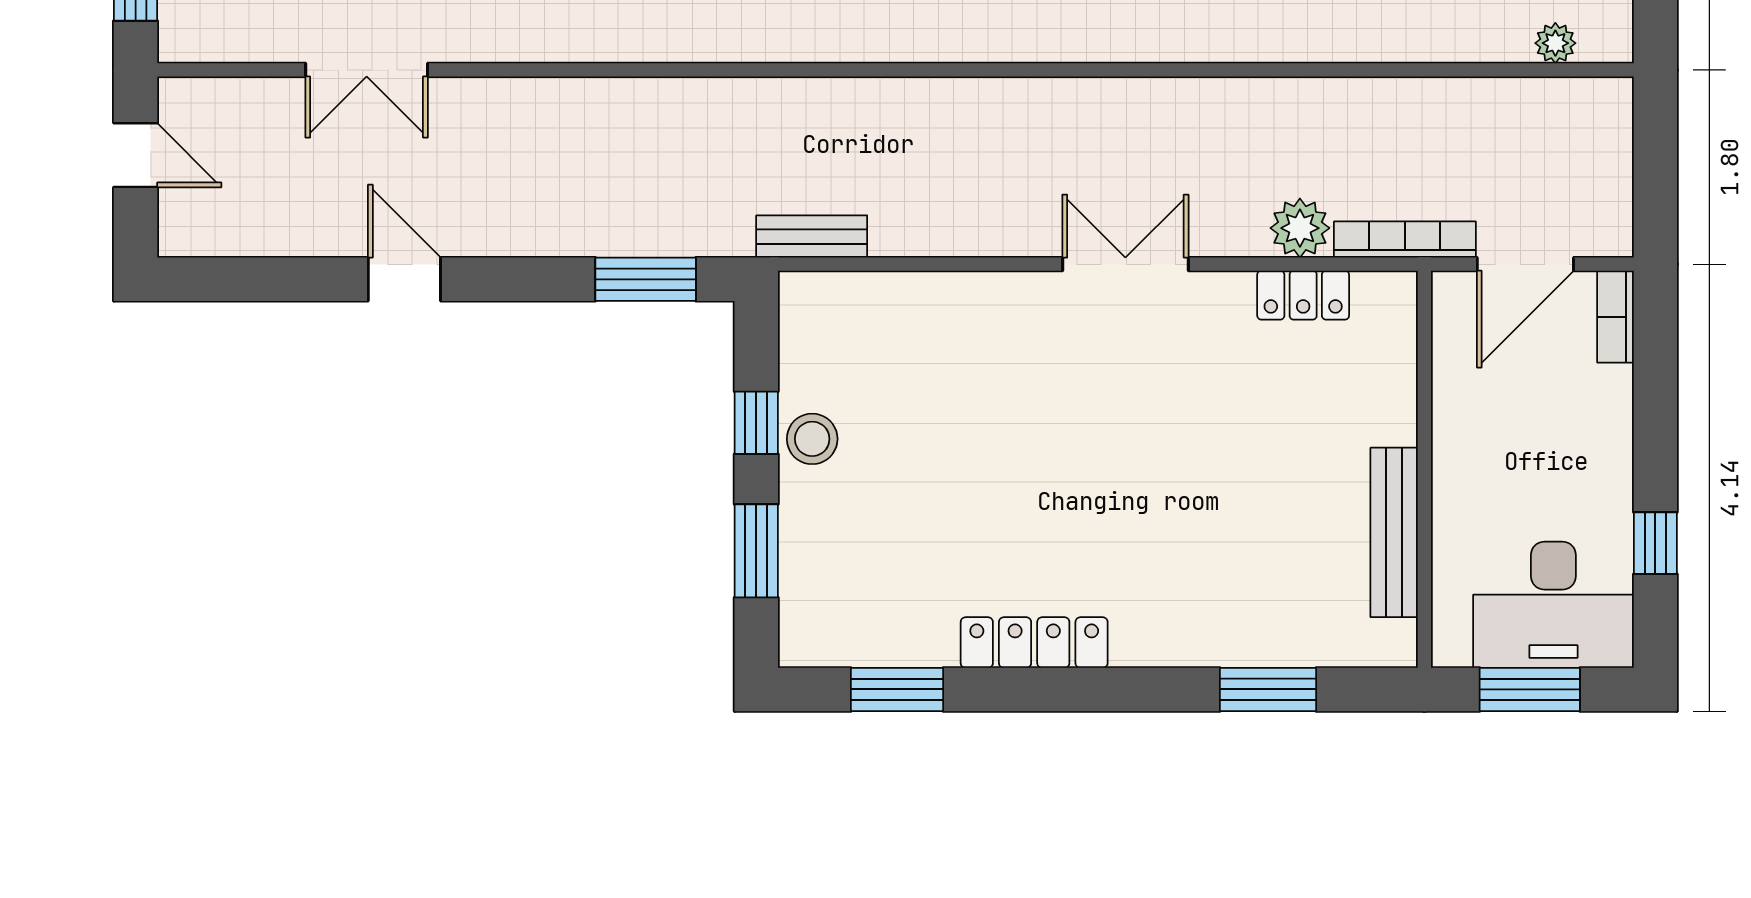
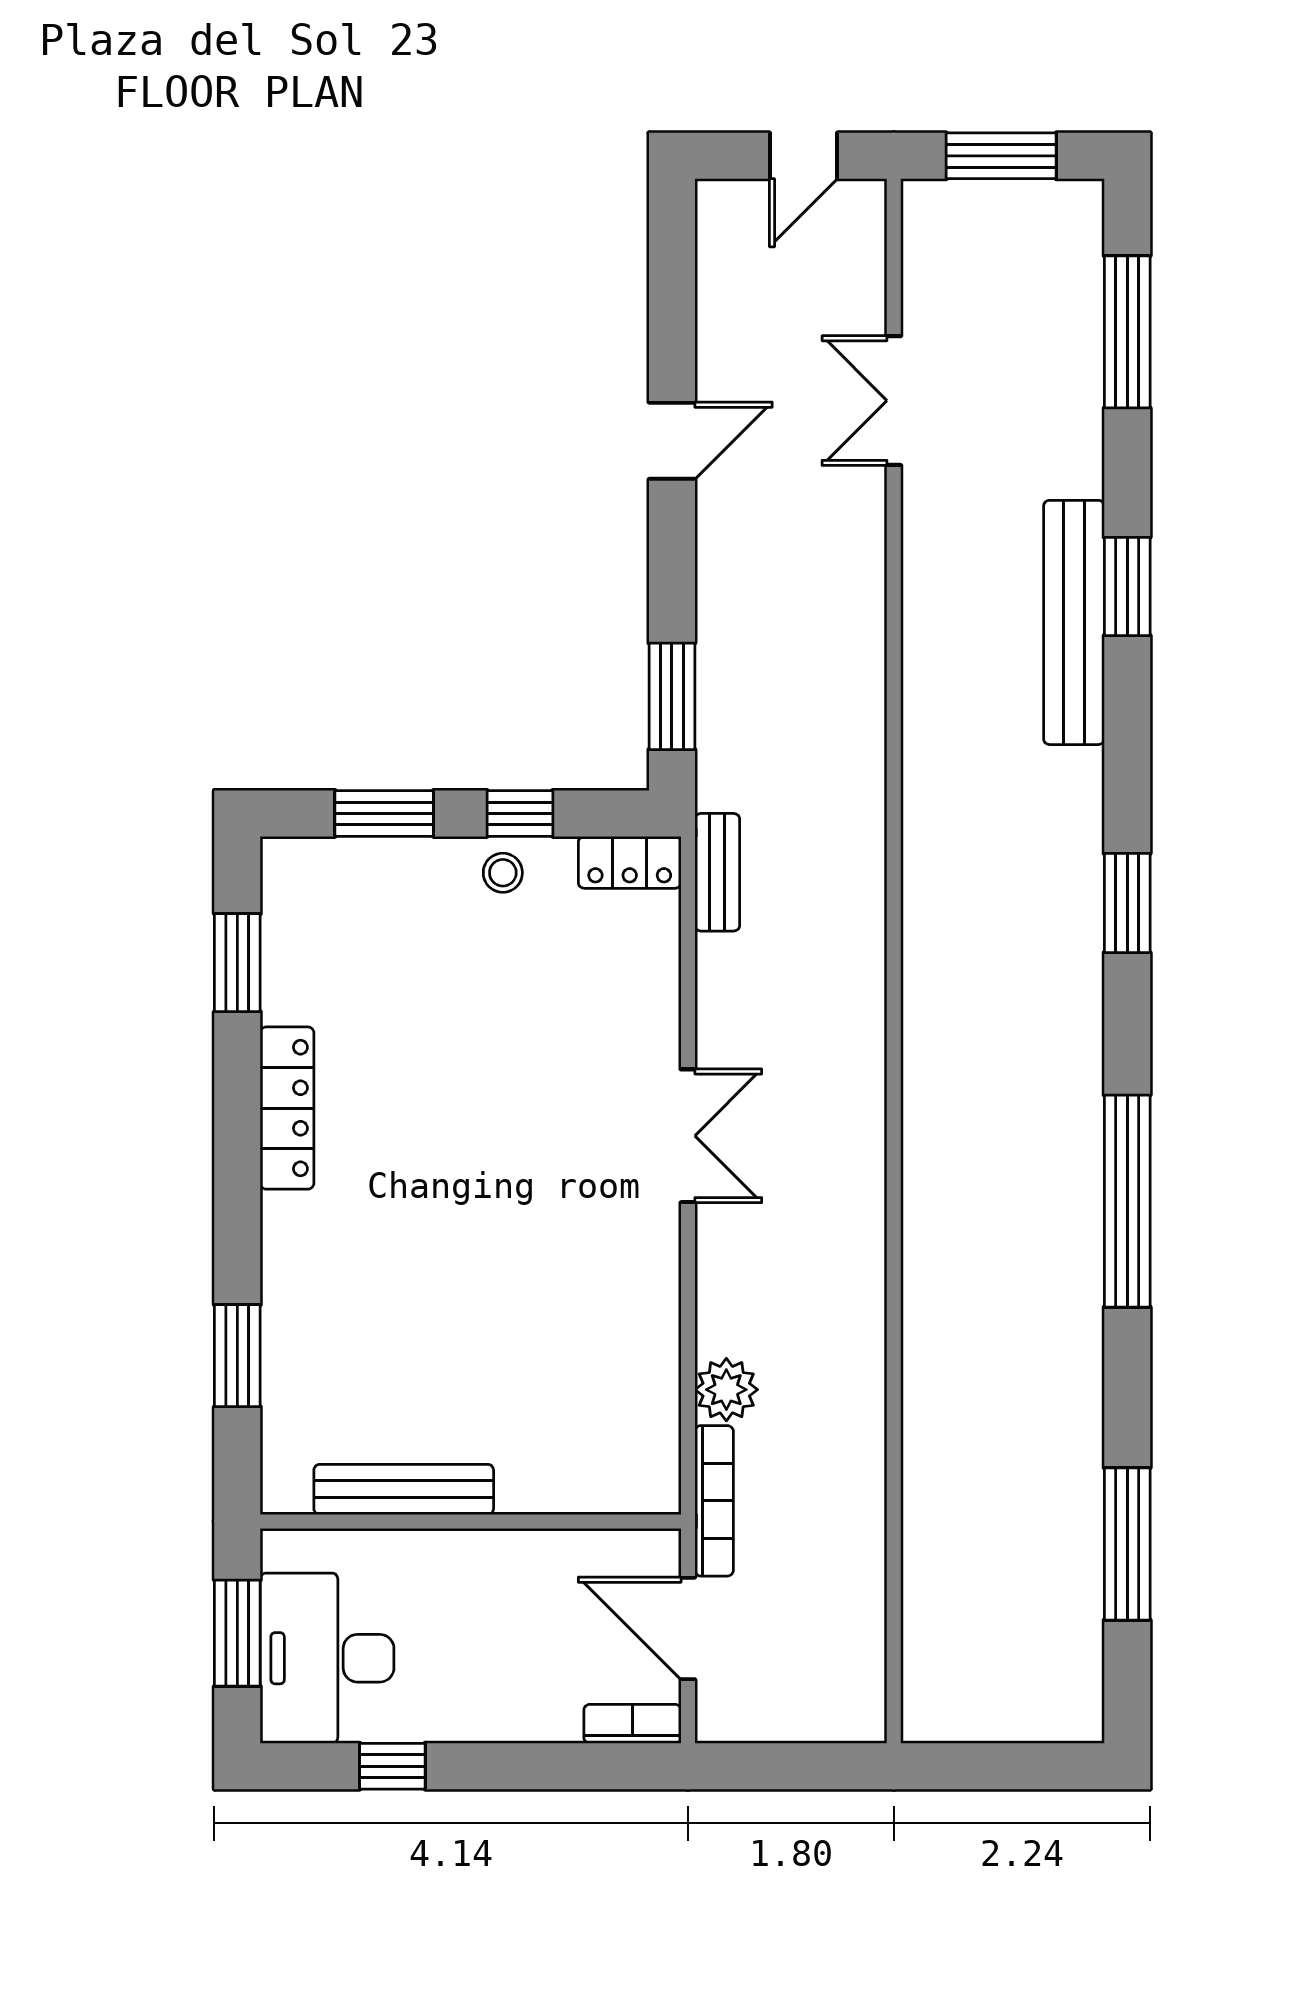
plant: (1555, 43) -> (922, 1660), removed
double door: (1125, 264) -> (688, 1136), moved
locker: (1303, 295) -> (630, 862), moved, turned -90
stool: (812, 439) -> (503, 873), width x0.73, depth x0.73

